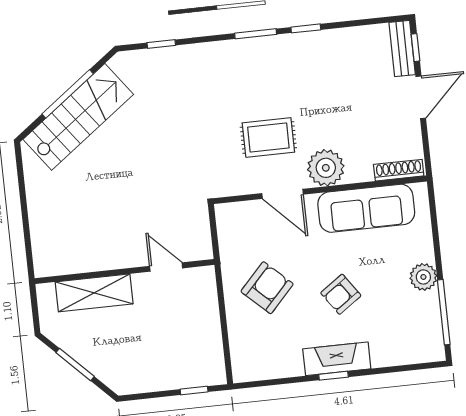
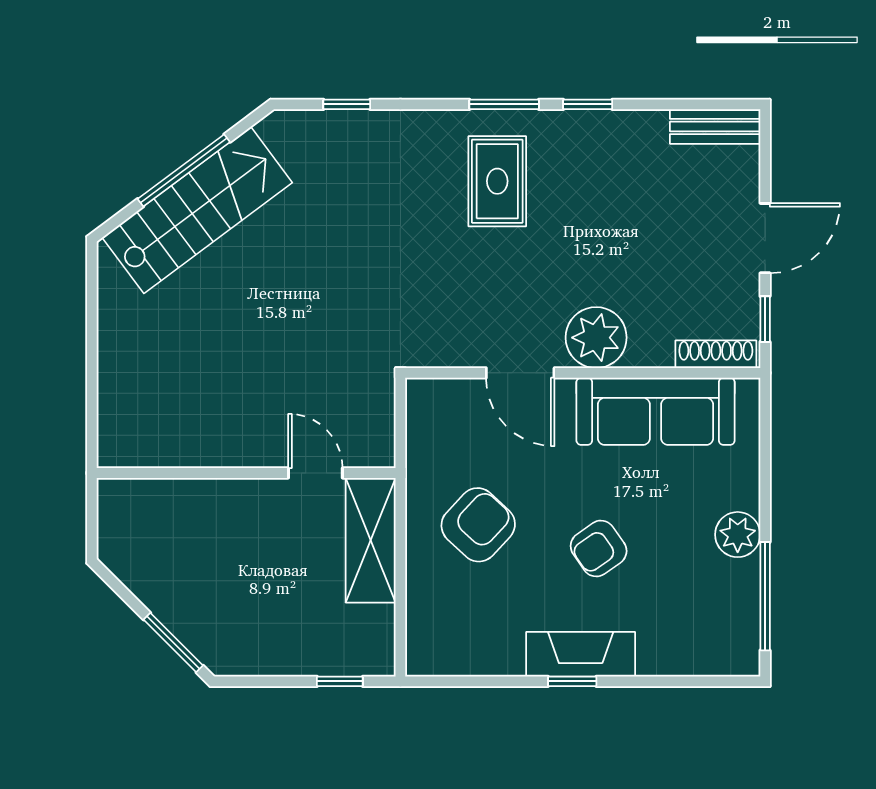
window: (415, 48) -> (765, 319), moved
bench: (402, 49) -> (715, 126), moved, turned 90
rug: (268, 137) -> (497, 181), moved, turned 90
shelving: (94, 293) -> (371, 540), moved, turned 90
window: (75, 365) -> (173, 643), moved

